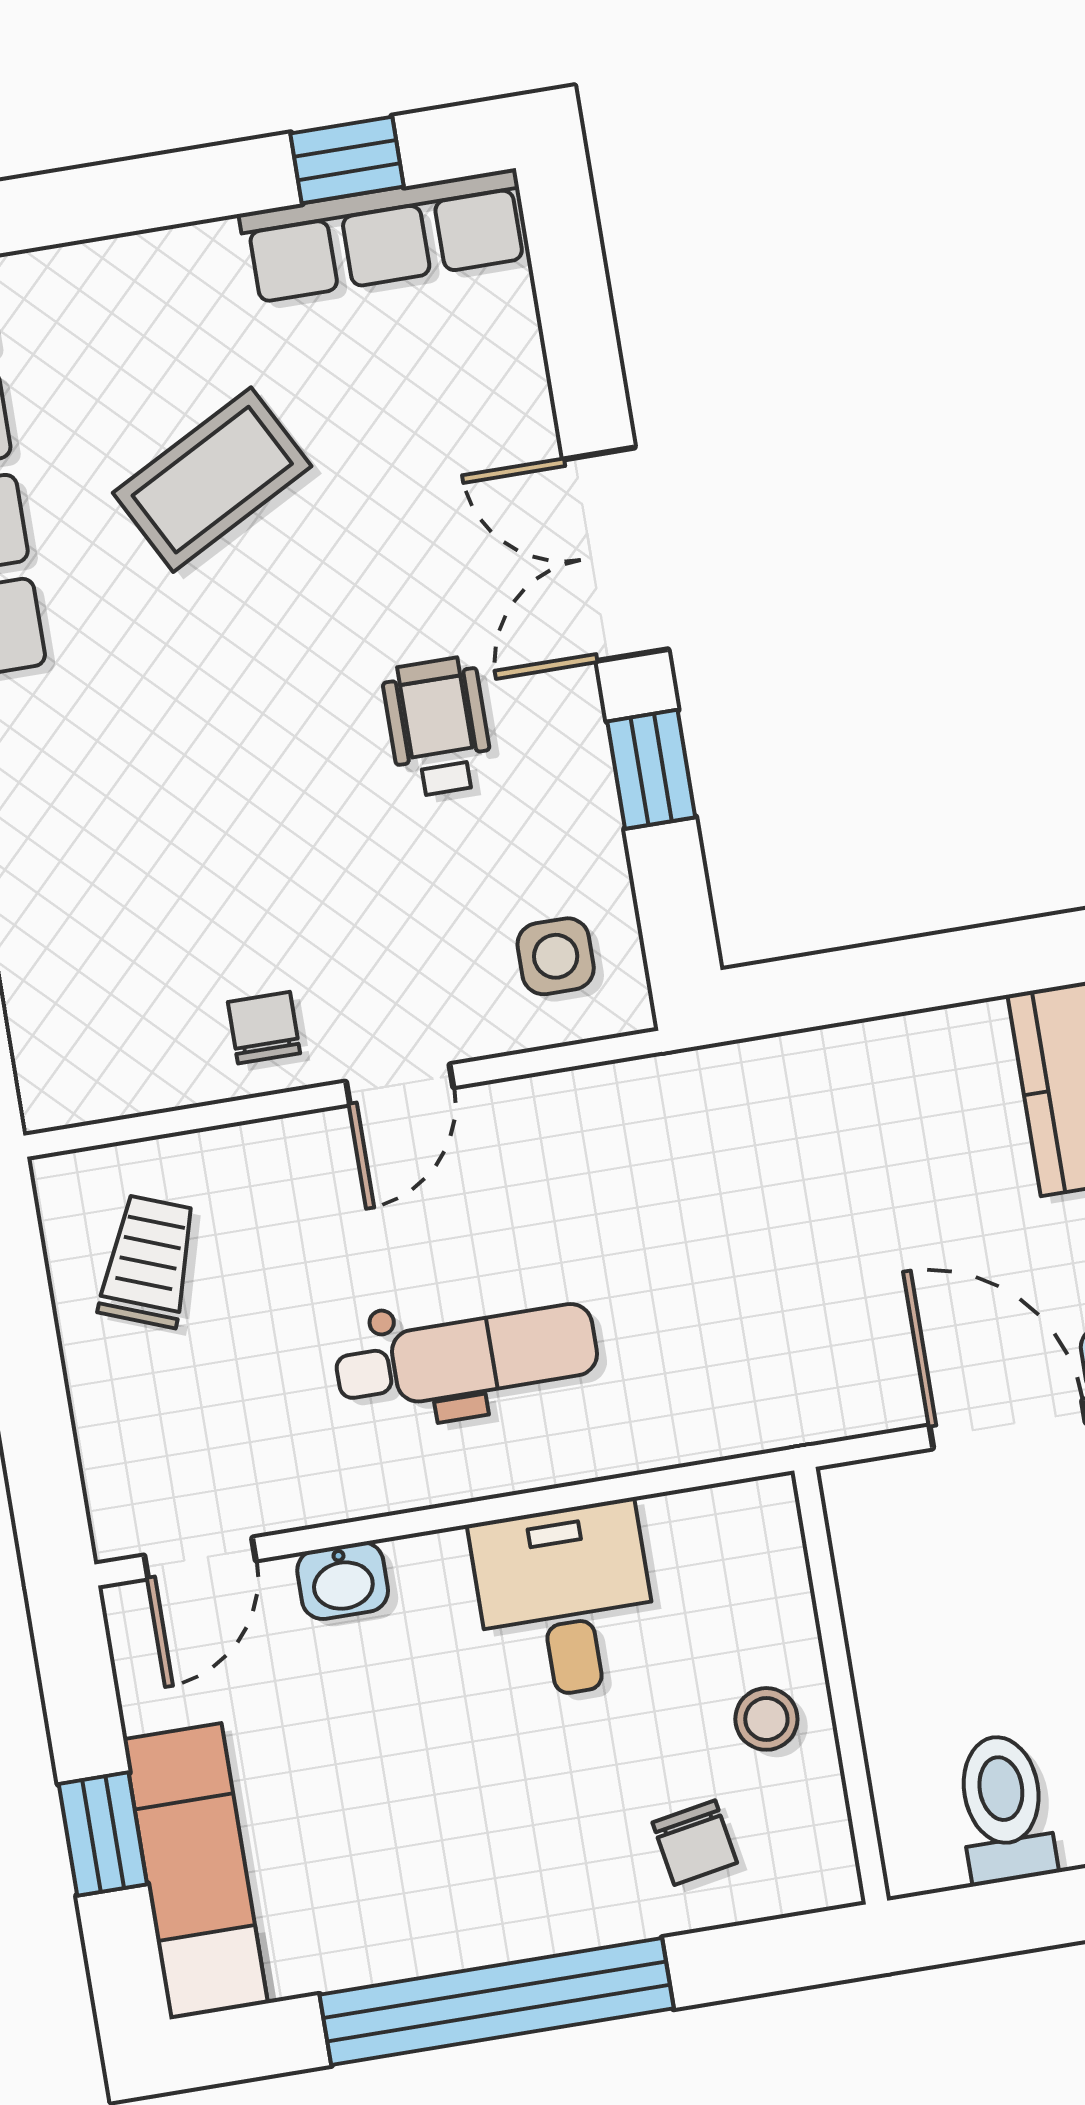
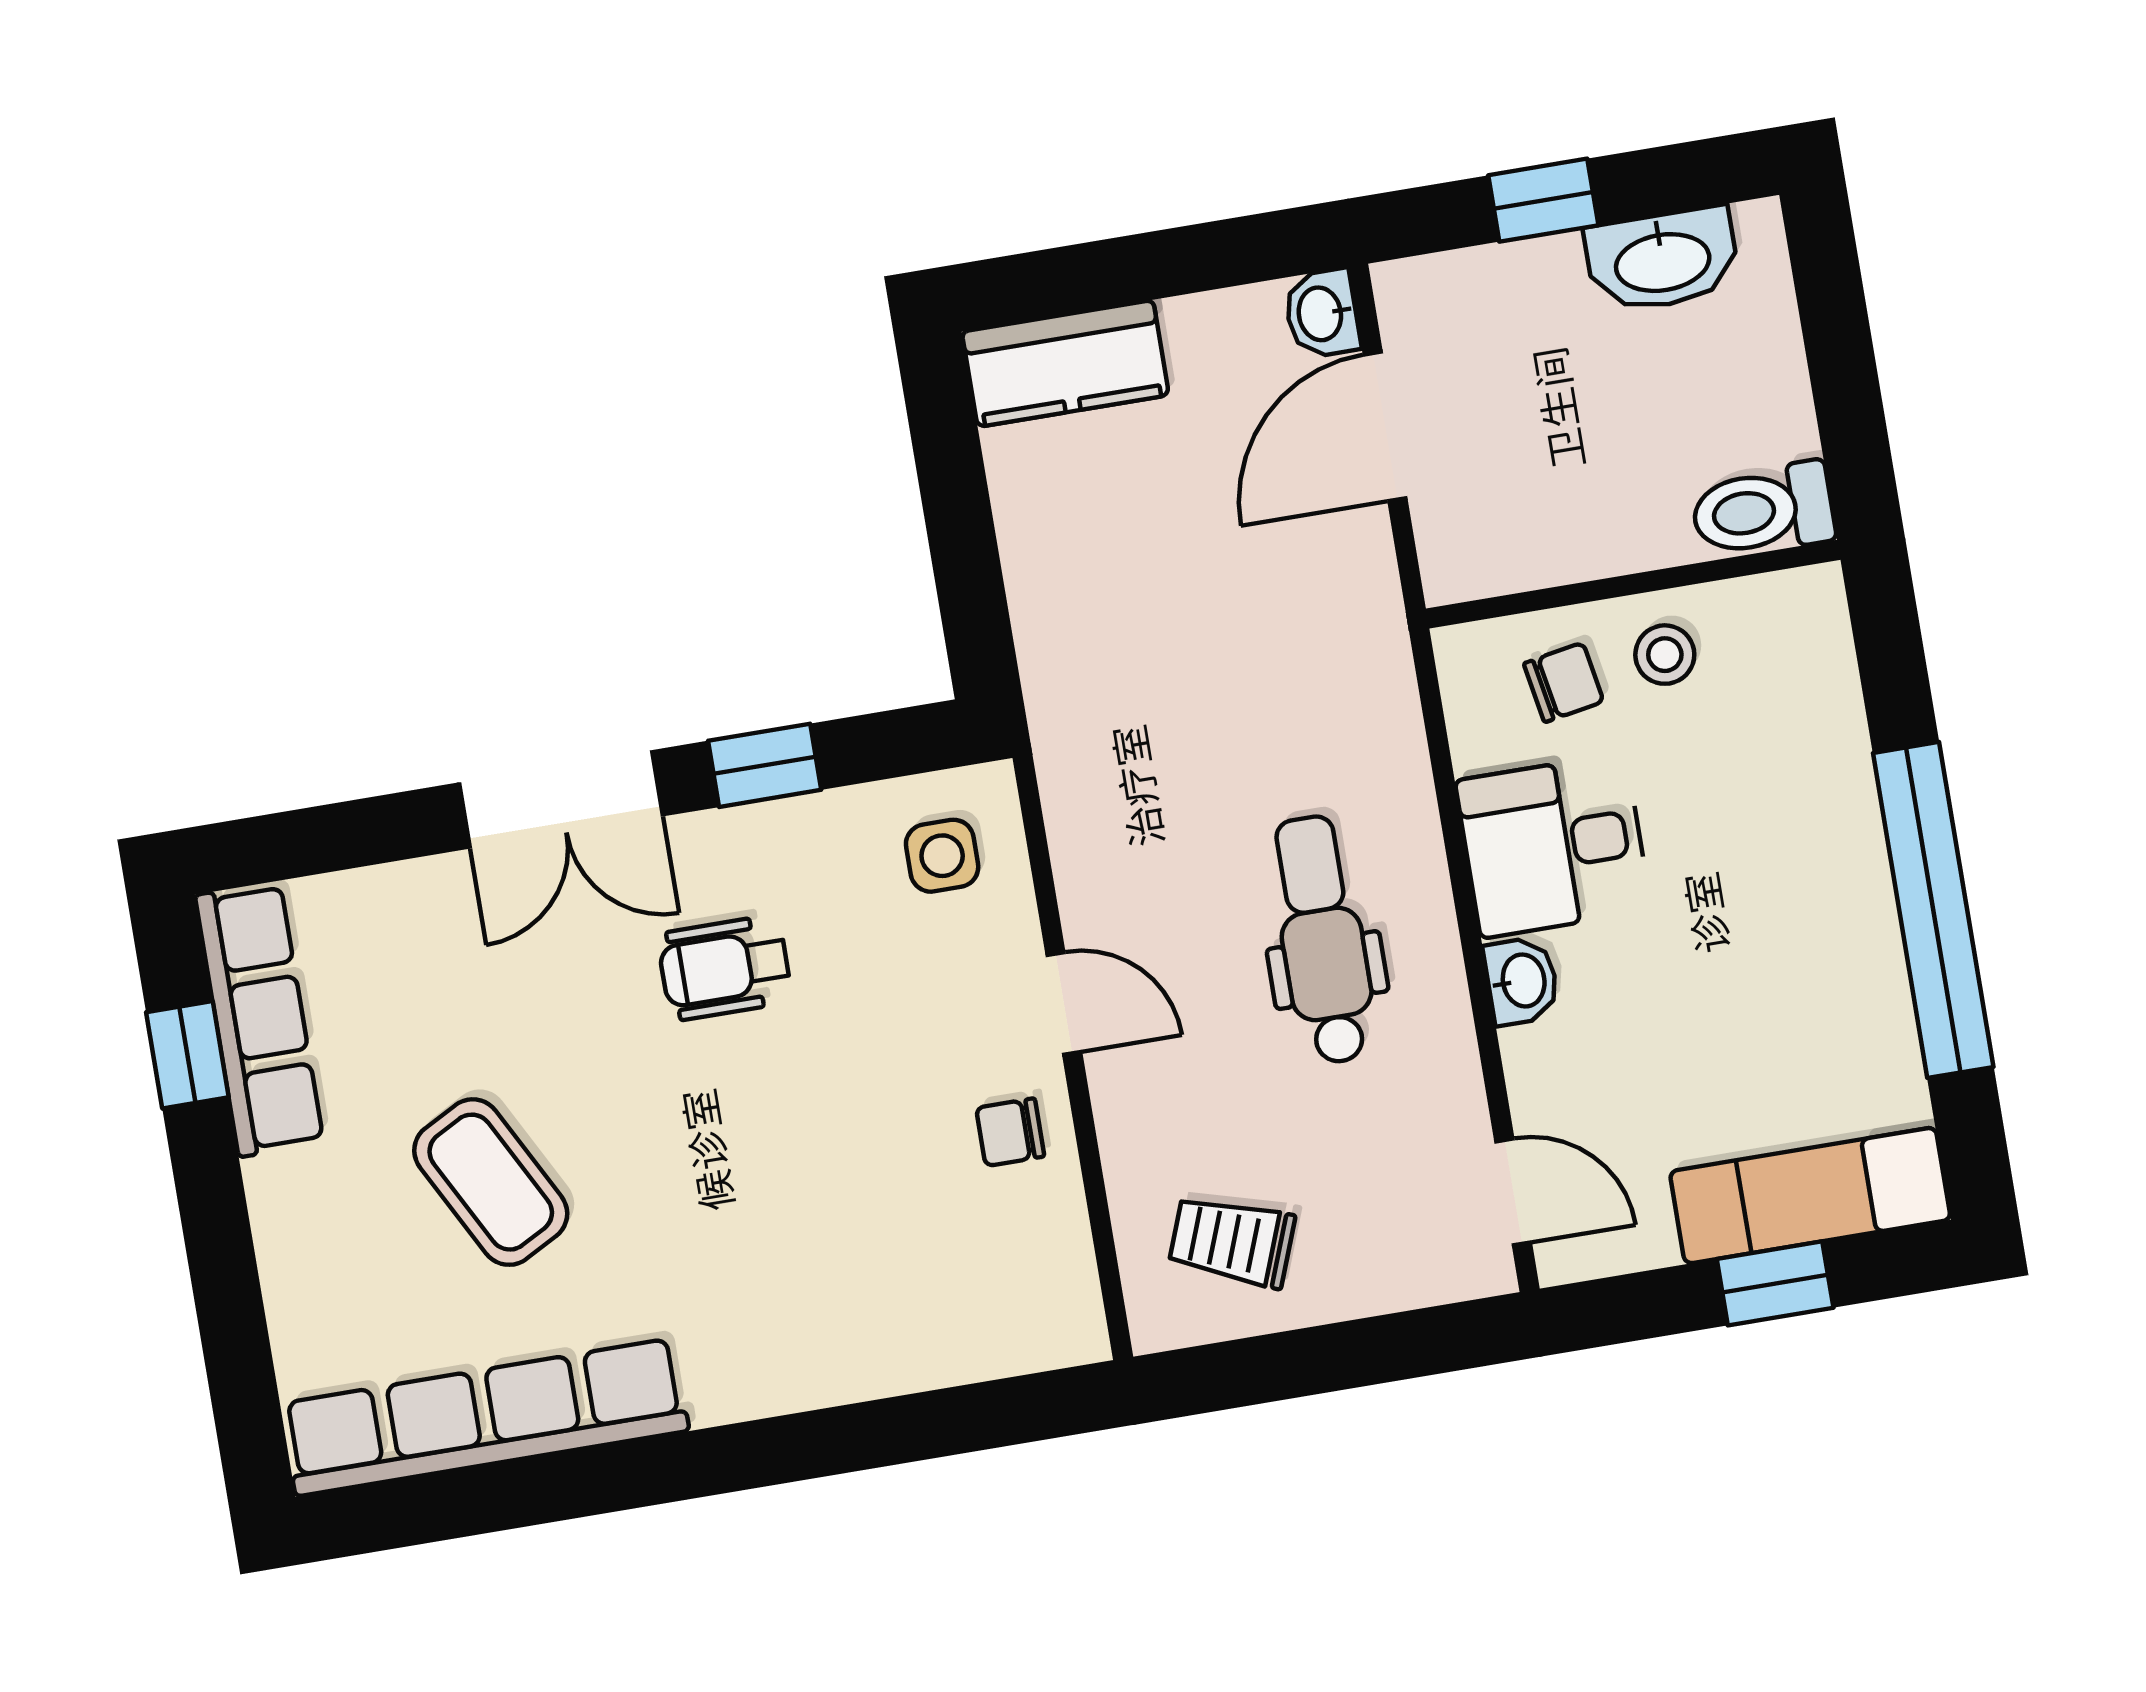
washbasin: (343, 1581) -> (1522, 981), moved
toilet: (1004, 1808) -> (1763, 510), moved
chair: (695, 1843) -> (1564, 682), moved

